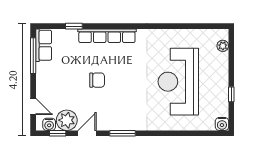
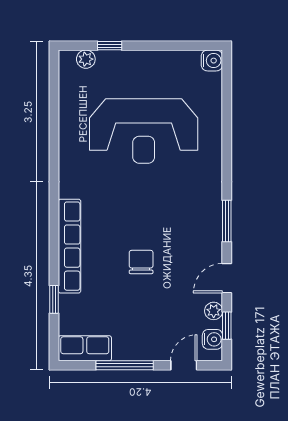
window: (33, 56) -> (125, 365), moved
window: (231, 94) -> (110, 46), moved
plant: (67, 120) -> (214, 311), width x0.53, depth x0.53
door: (87, 133) -> (227, 278), hinge flipped

